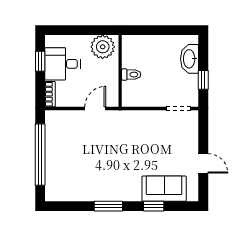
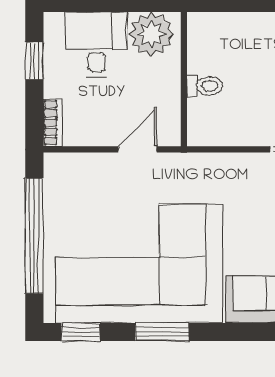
desk: (62, 64) -> (96, 45), moved, turned 90
corner sofa: (96, 170) -> (139, 264), added
window: (154, 206) -> (81, 332), moved

